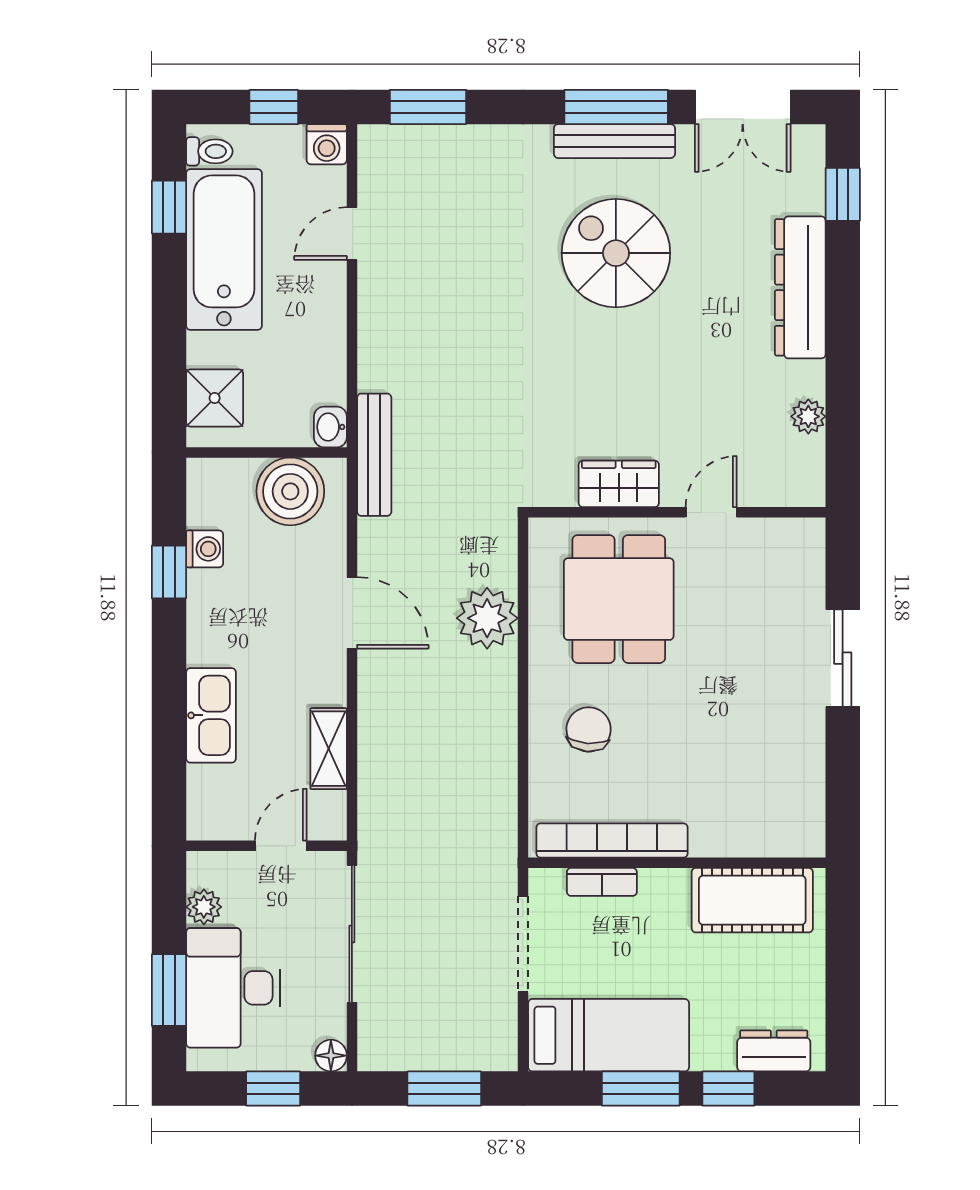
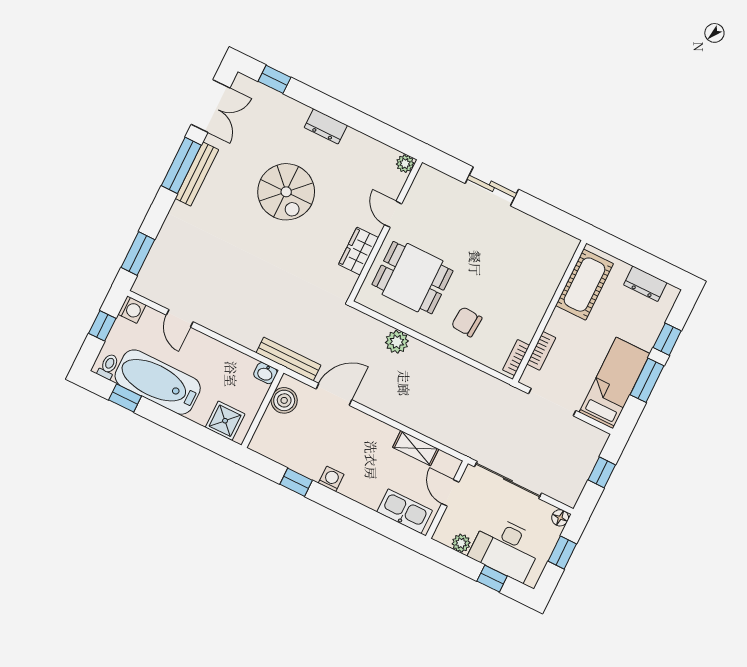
spiral stairs: (616, 253) -> (286, 192), moved, turned -90
dresser: (800, 287) -> (326, 126), width x0.51, depth x0.80
plant: (808, 416) -> (405, 164), moved
boiler: (290, 491) -> (284, 400), width x0.73, depth x0.73
washing machine: (205, 549) -> (331, 479), moved
door: (352, 613) -> (334, 394), moved
plant: (487, 618) -> (397, 342), width x0.73, depth x0.73
kitchen sink: (211, 715) -> (405, 511), moved
bookcase: (612, 841) -> (516, 358), width x0.43, depth x0.76
window: (169, 990) -> (492, 579), width x0.67
dresser: (774, 1051) -> (645, 284), moved, turned -90
window: (444, 1089) -> (602, 472), width x0.67

